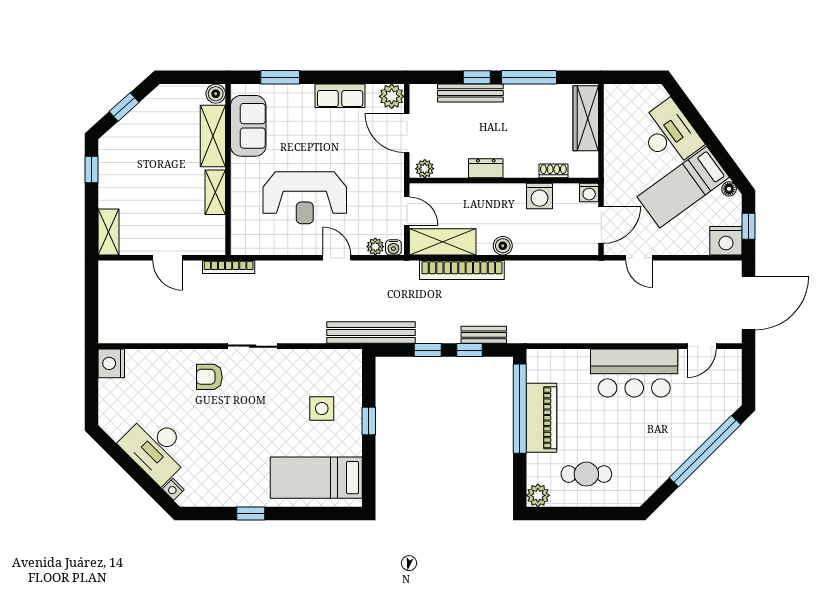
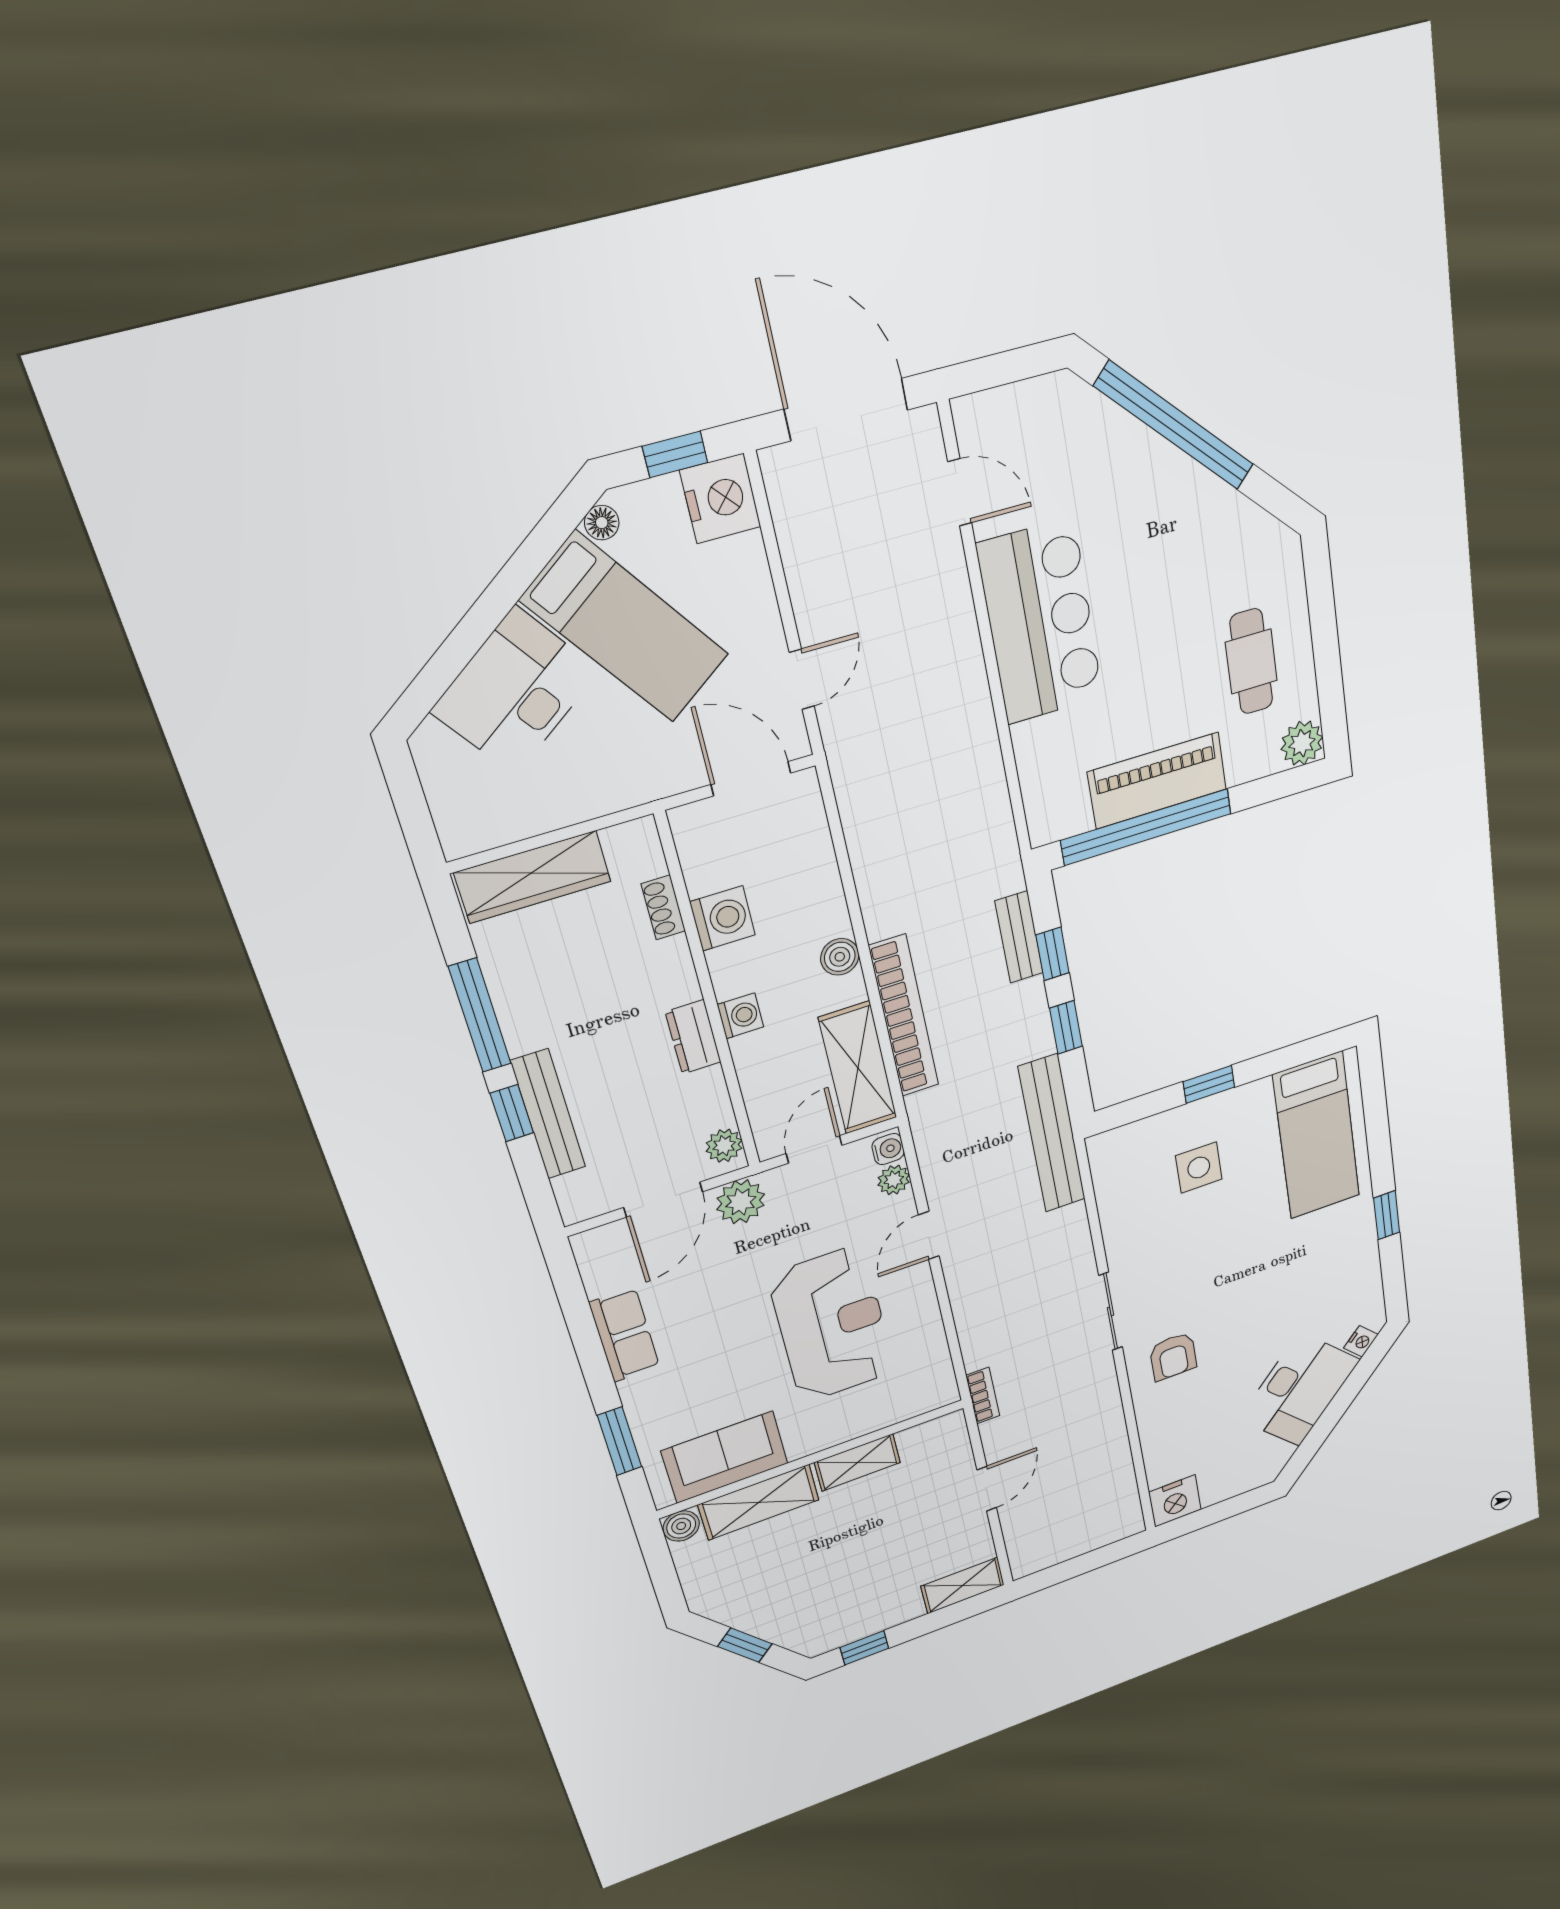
plant: (392, 96) -> (741, 1202), moved
washing machine: (589, 193) -> (740, 1016), moved
bookcase: (229, 267) -> (983, 1396), width x0.64

